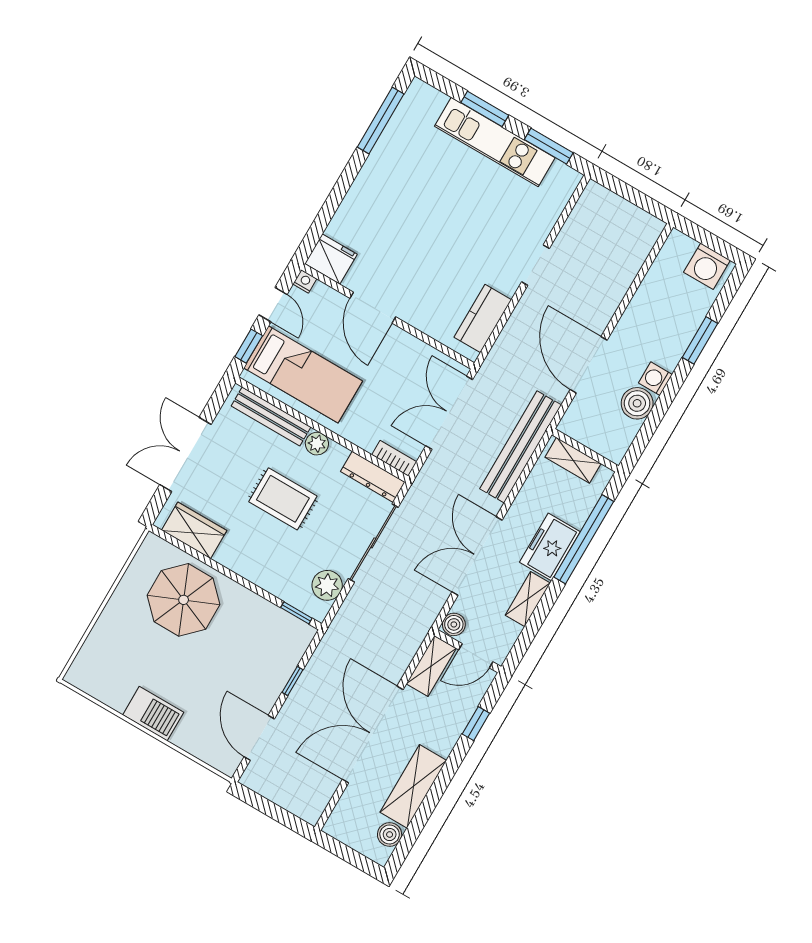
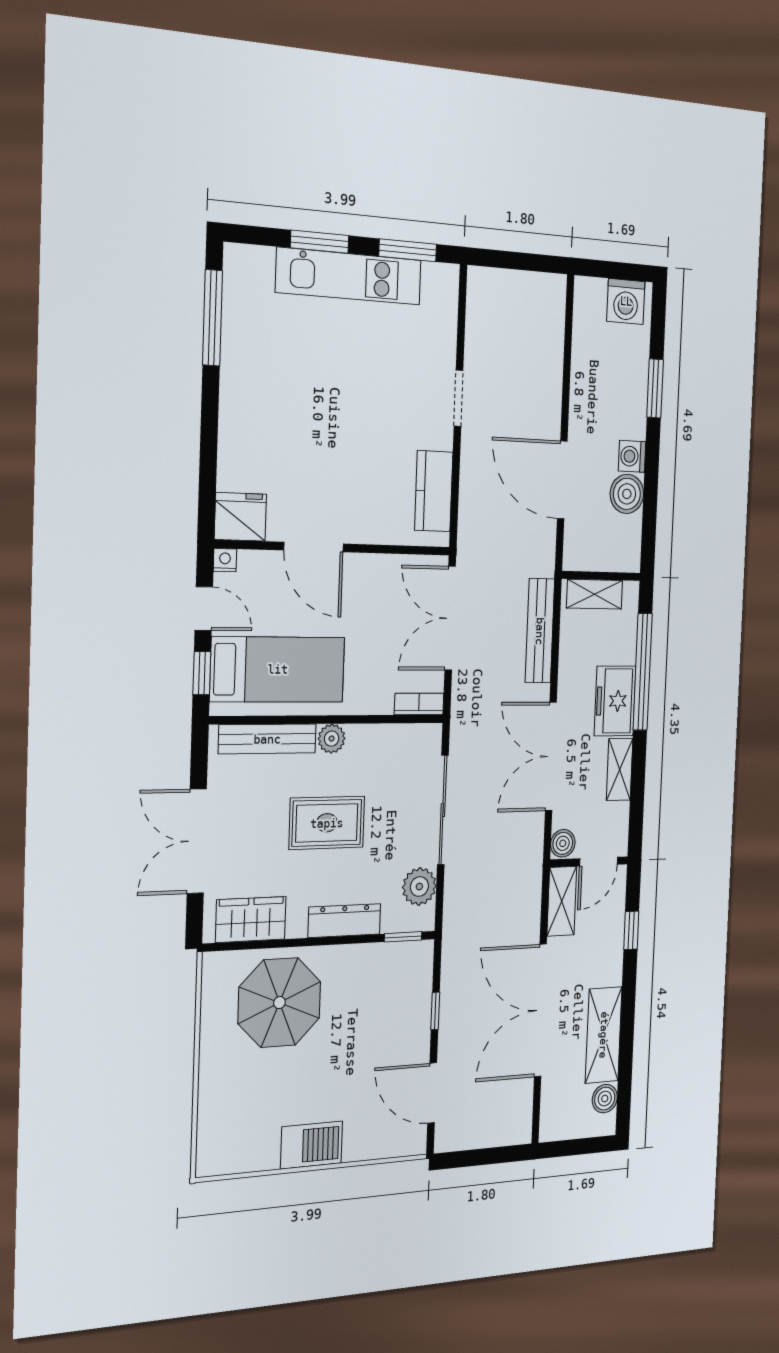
bench: (521, 447) -> (540, 631), width x0.73, depth x0.82
dresser: (373, 477) -> (344, 921), moved, turned 180

